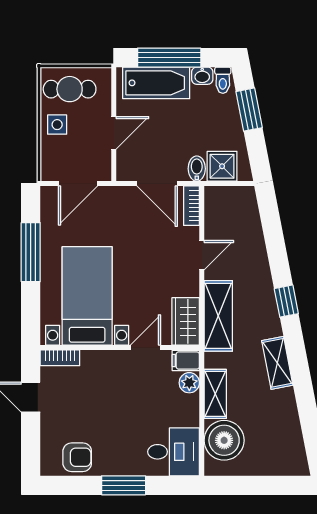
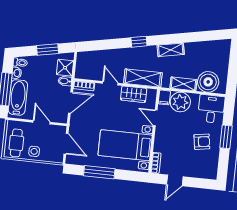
window: (249, 110) -> (48, 49), moved
wardrobe: (186, 321) -> (134, 94), moved
plant: (189, 383) -> (180, 102), width x1.88, depth x1.88
armchair: (77, 457) -> (202, 142), moved, turned 81

